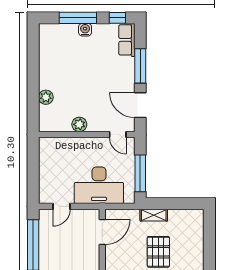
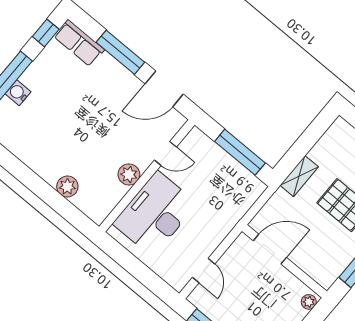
water cooler: (85, 30) -> (18, 93), moved
door: (118, 134) -> (165, 154), moved
desk: (99, 185) -> (155, 214), moved, turned 180
door: (102, 232) -> (270, 249), hinge flipped

